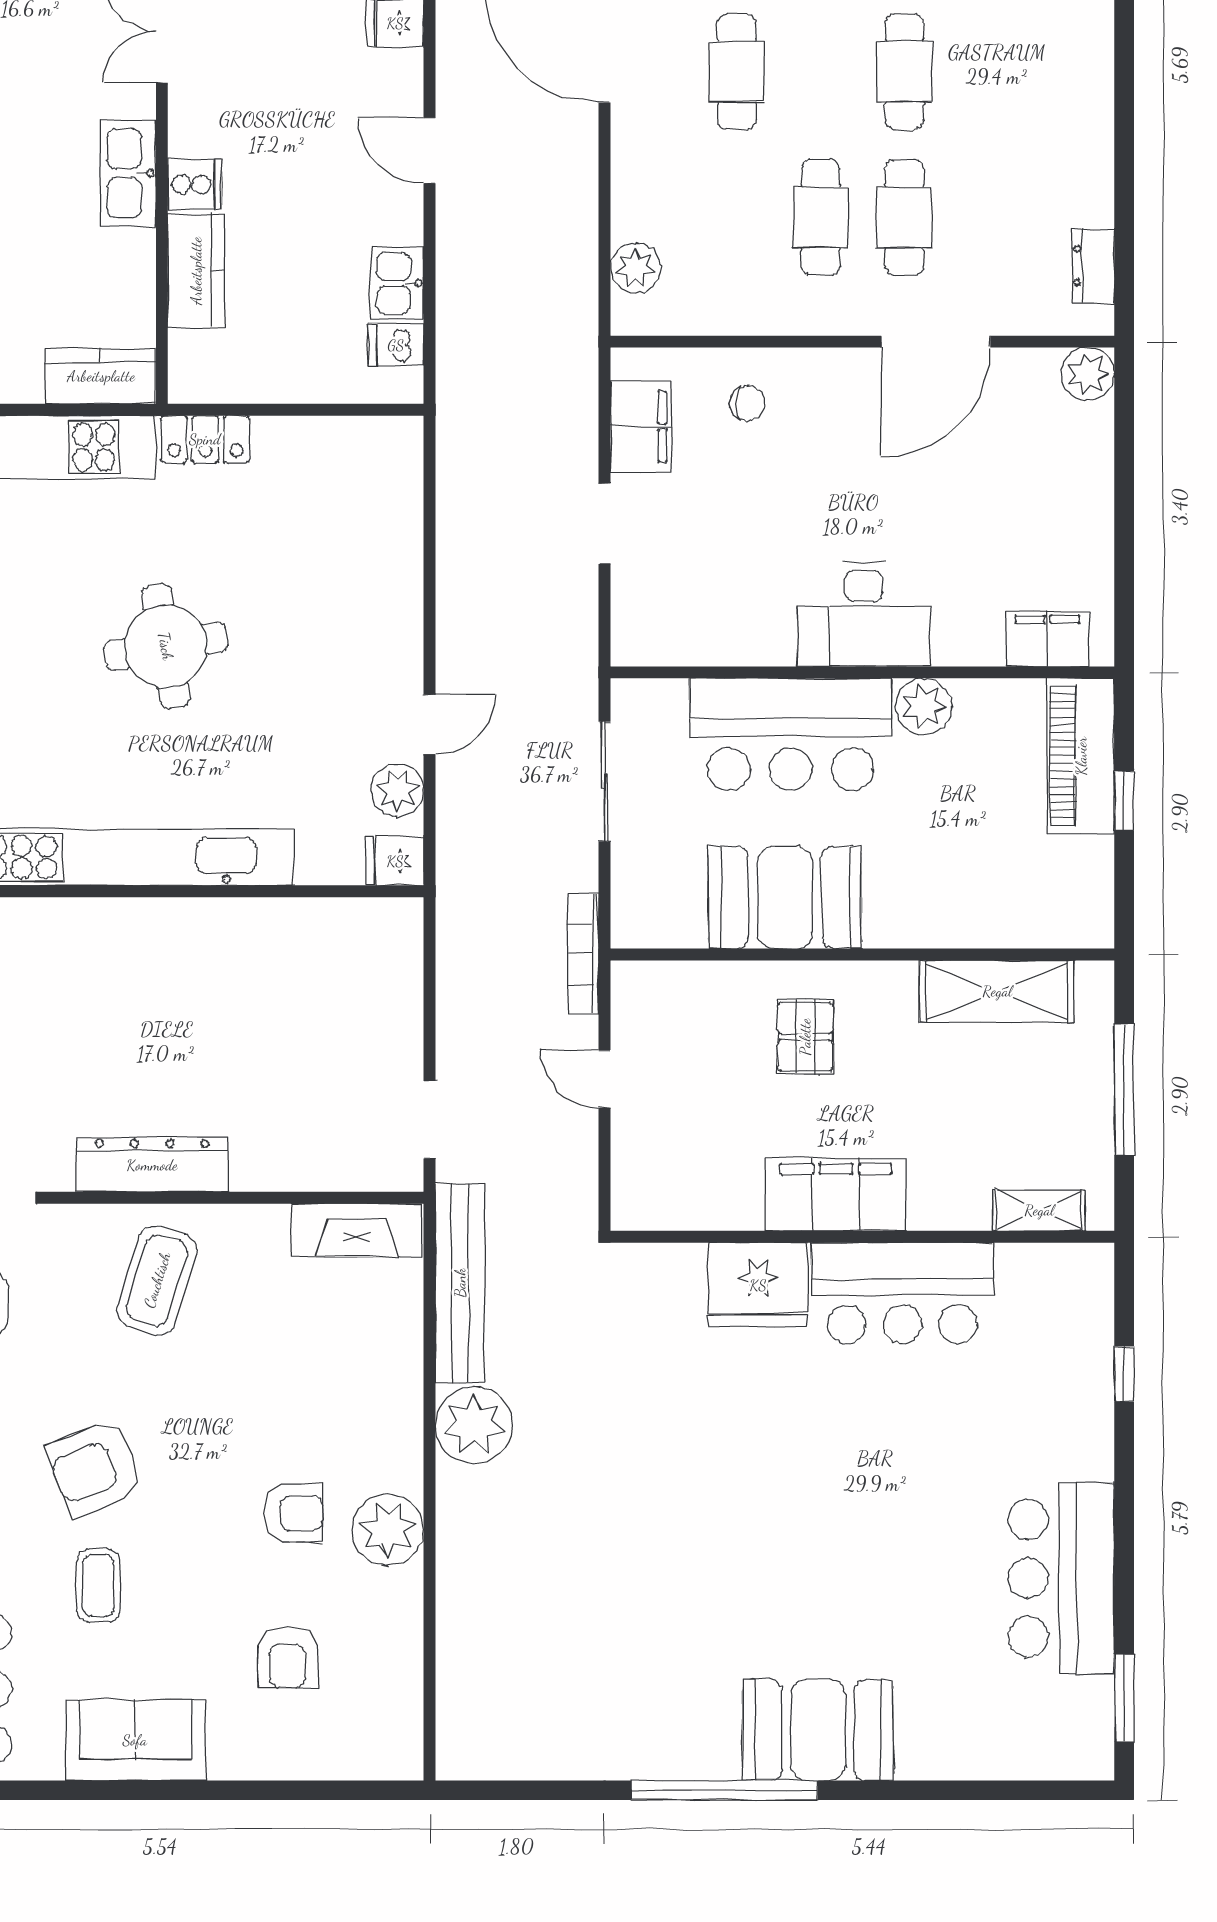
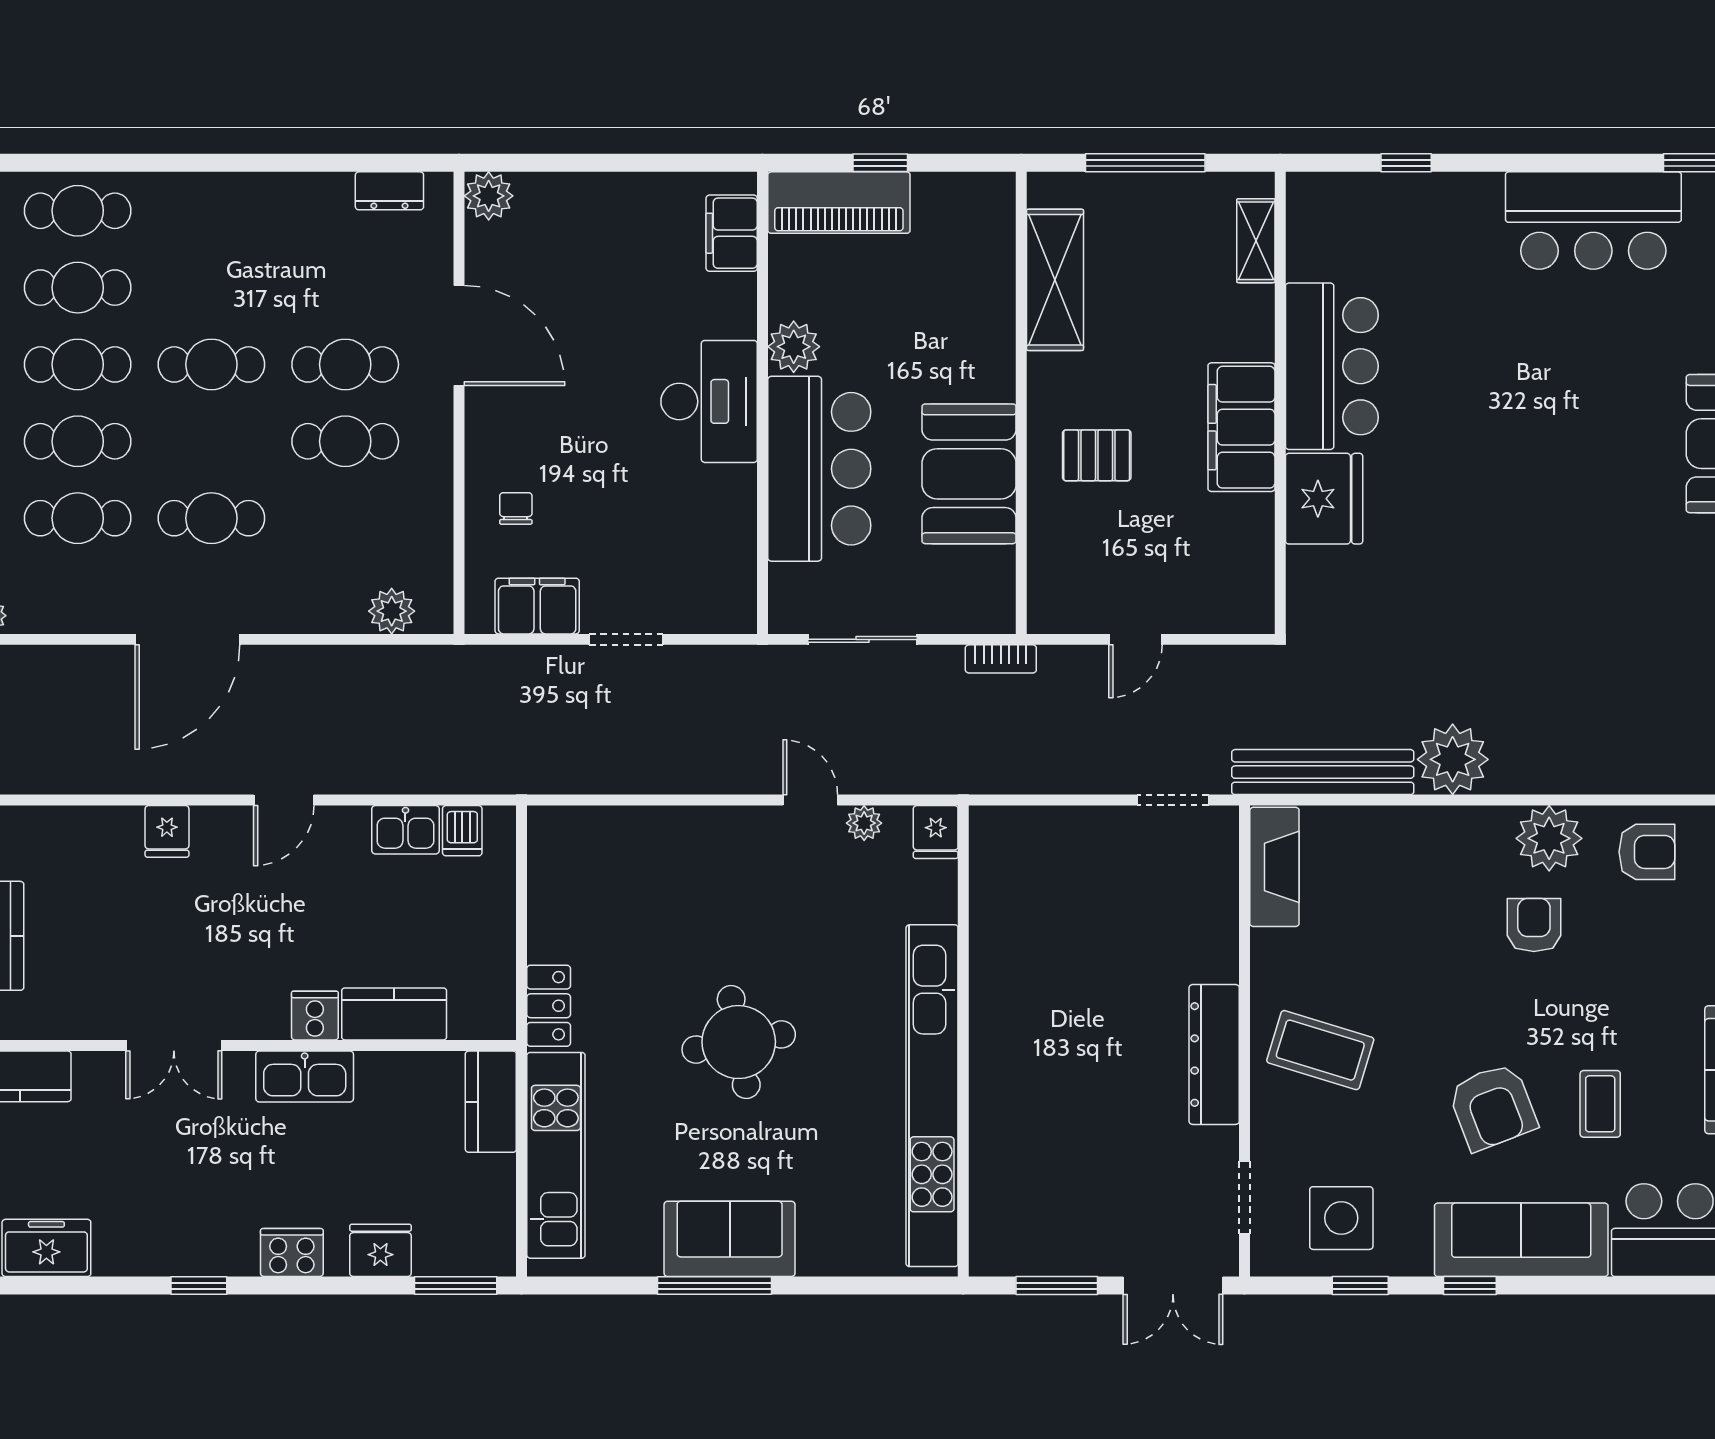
plant: (397, 790) -> (864, 823), width x0.73, depth x0.73
bookcase: (583, 954) -> (1001, 659), width x0.64
coffee table: (98, 1586) -> (1600, 1104), turned 90
armchair: (287, 1658) -> (1647, 852), moved

